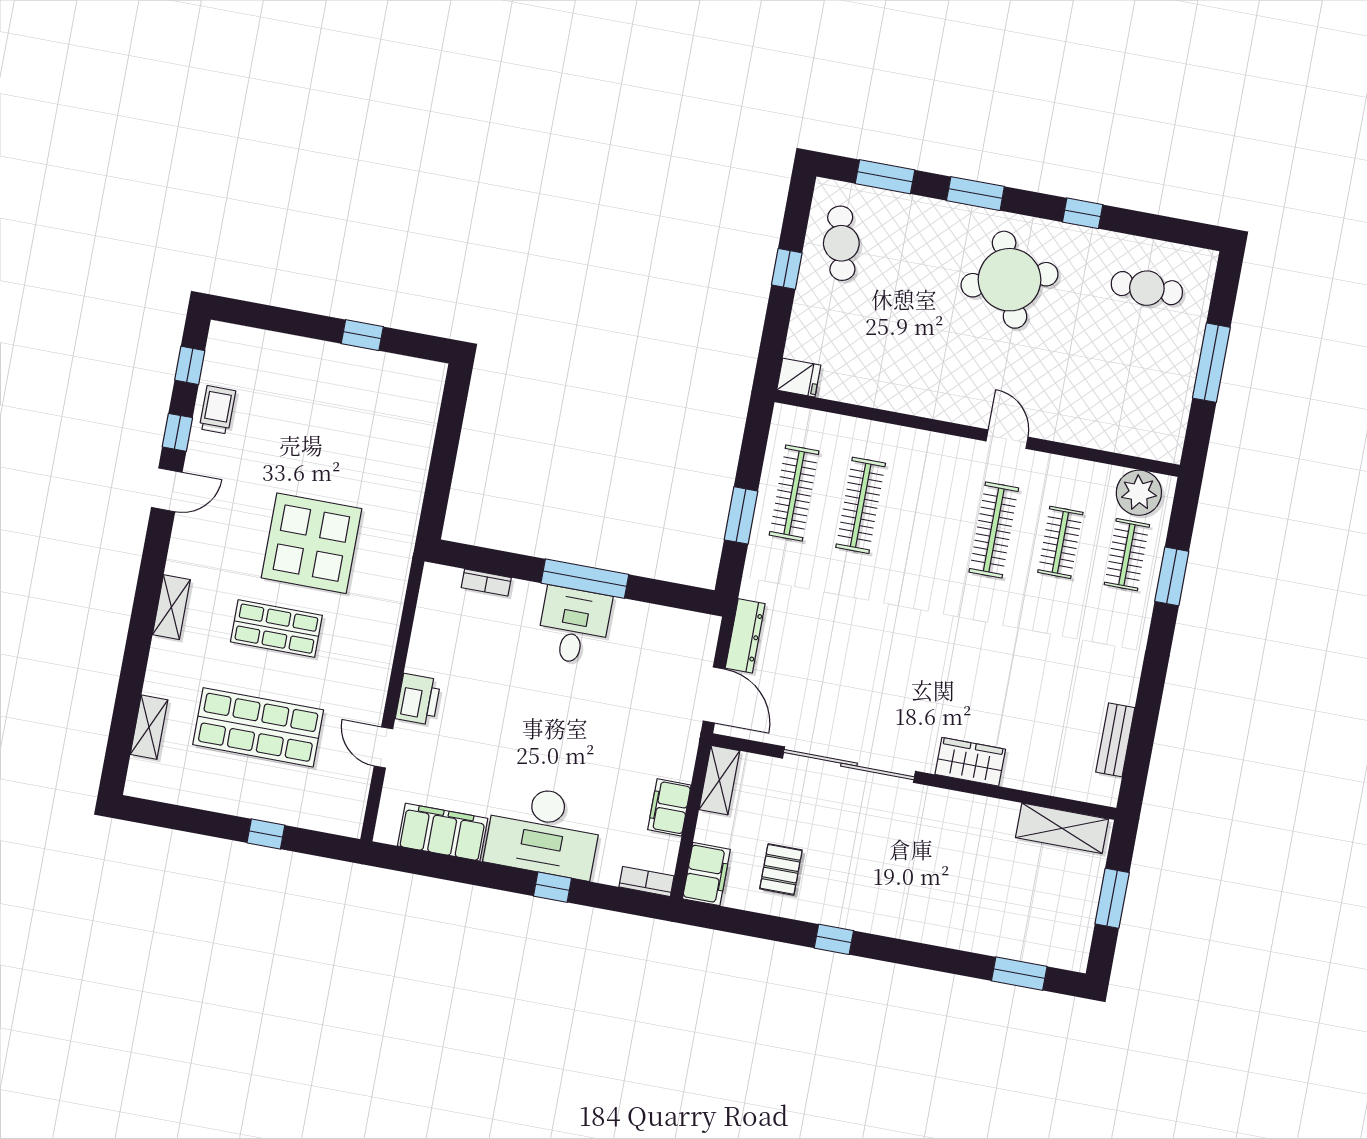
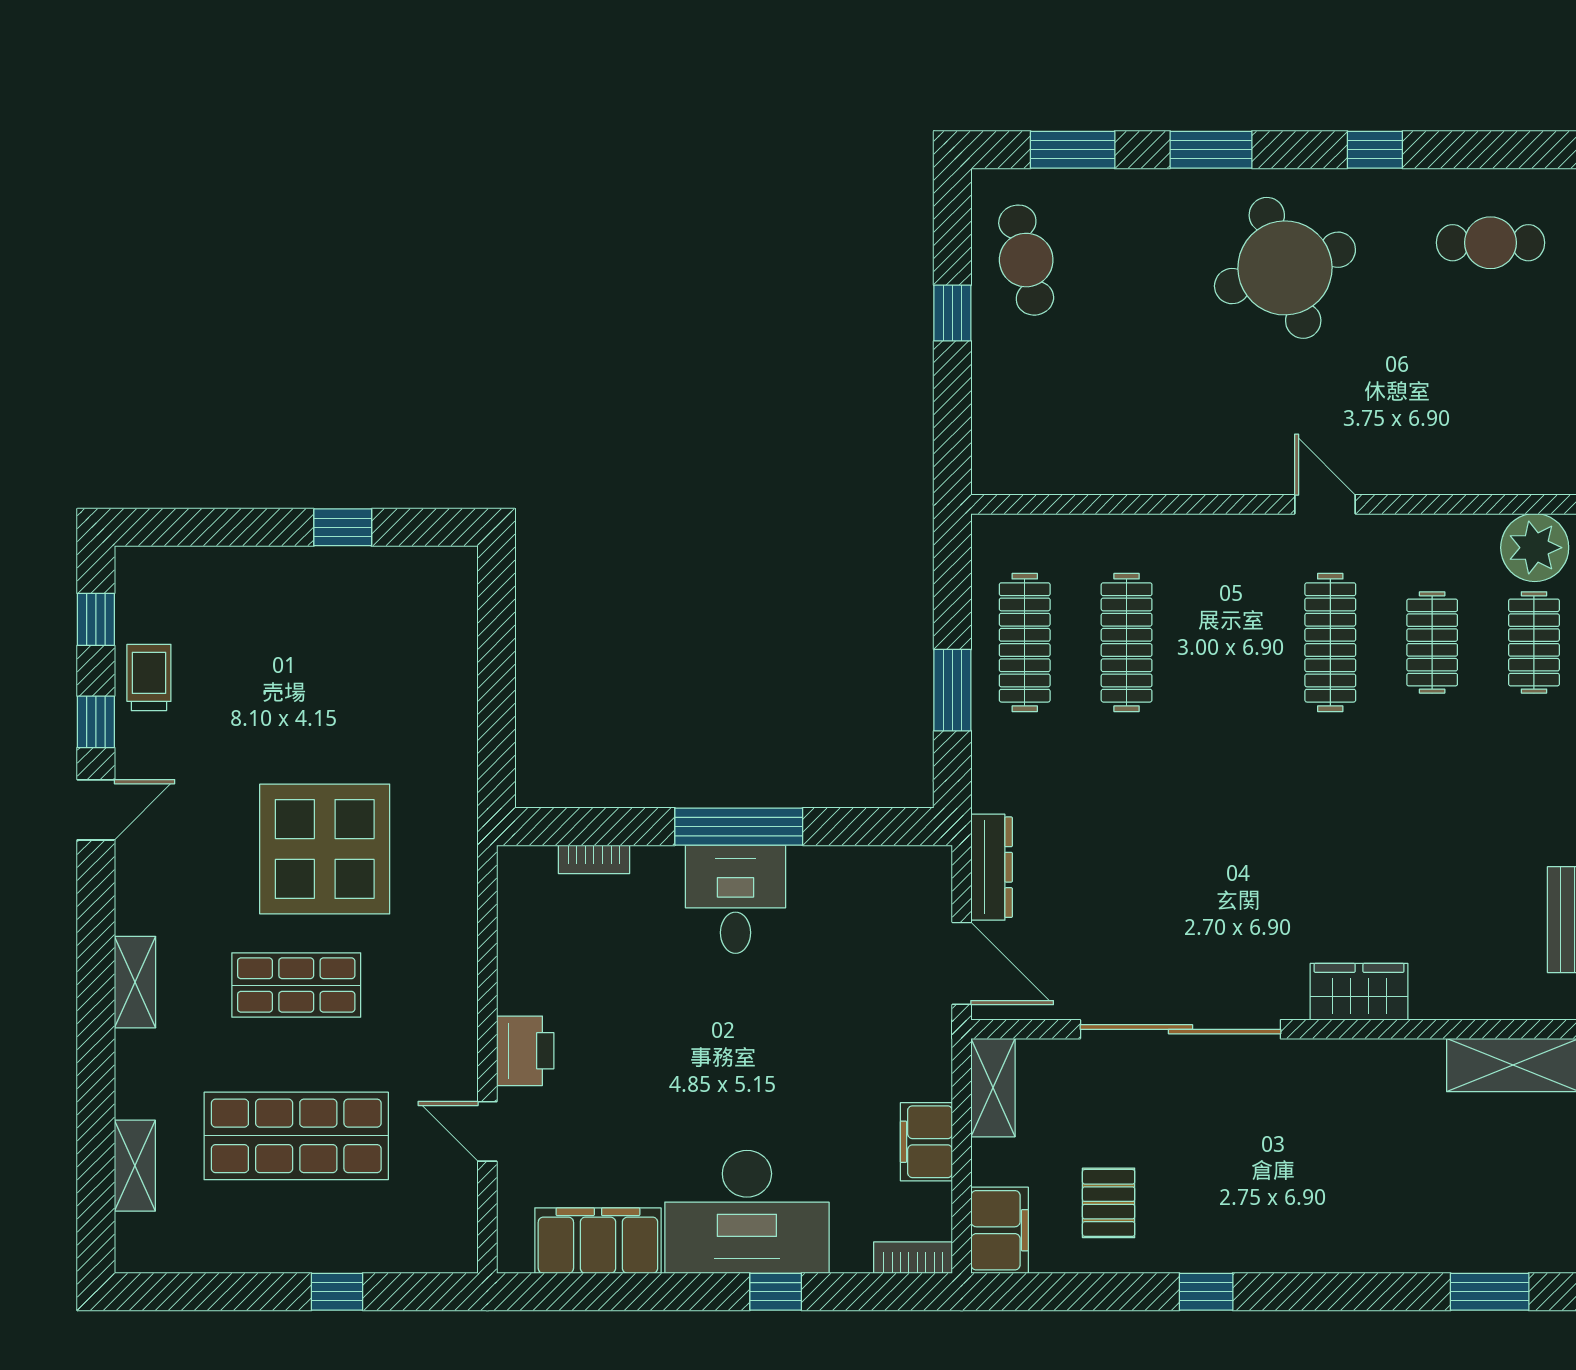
fridge: (799, 378) -> (1000, 471), removed

